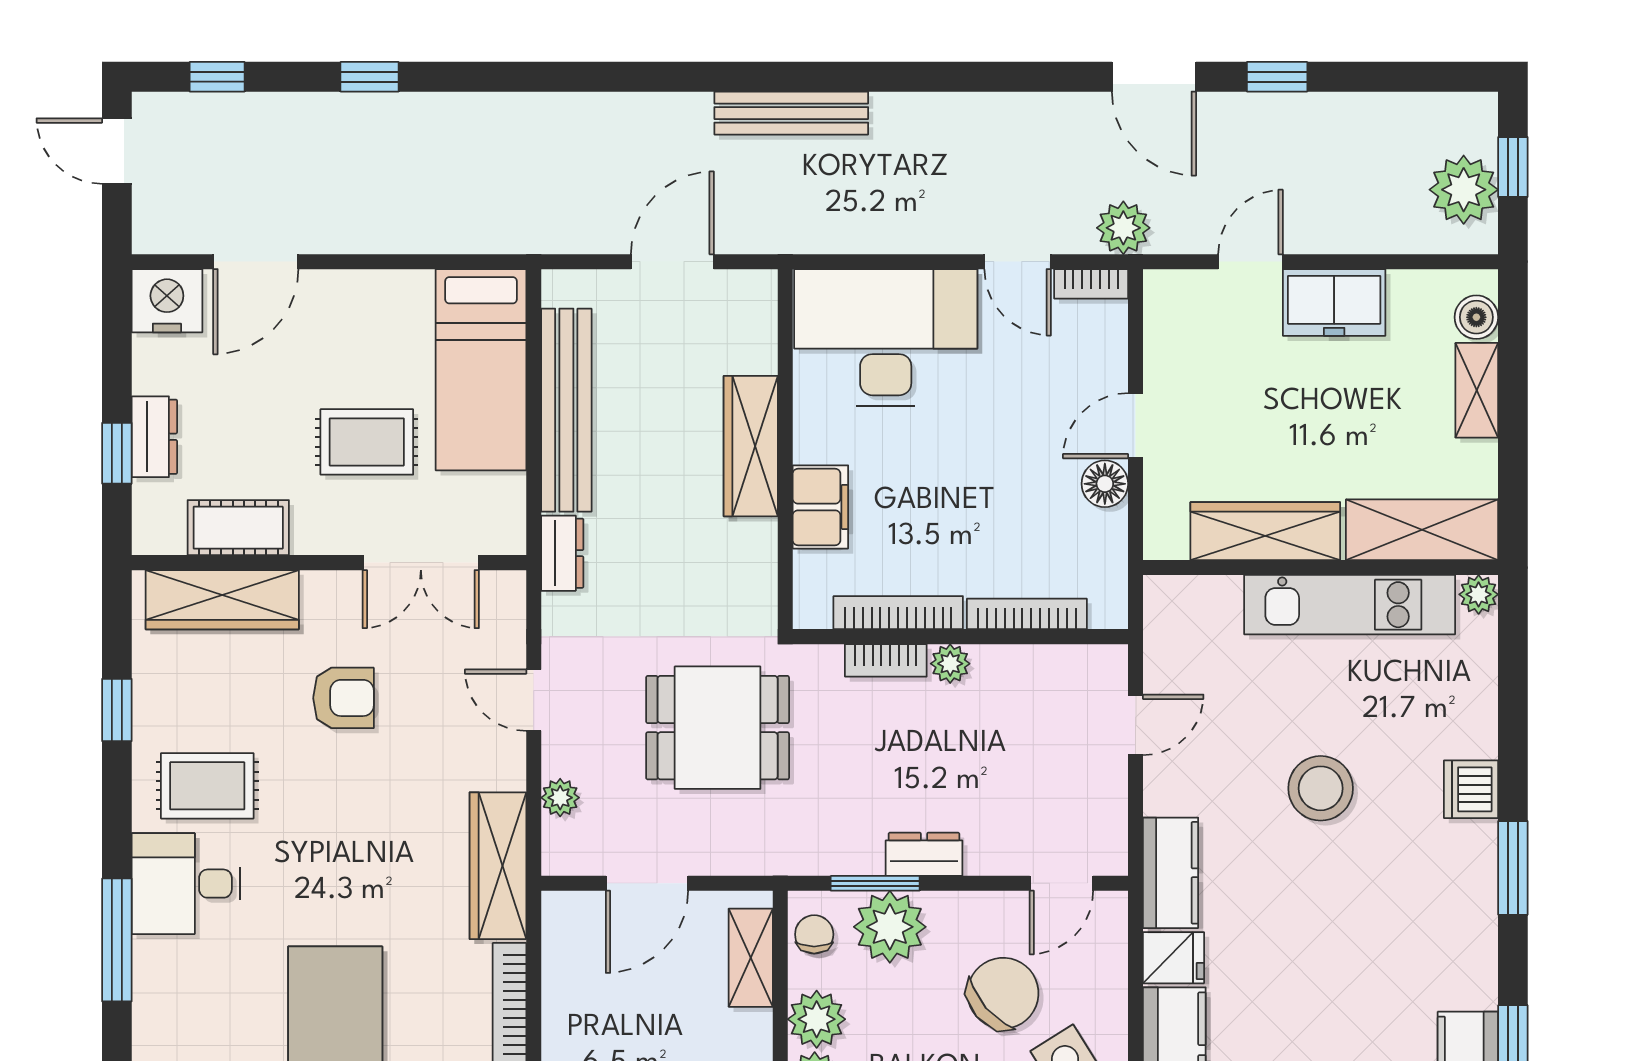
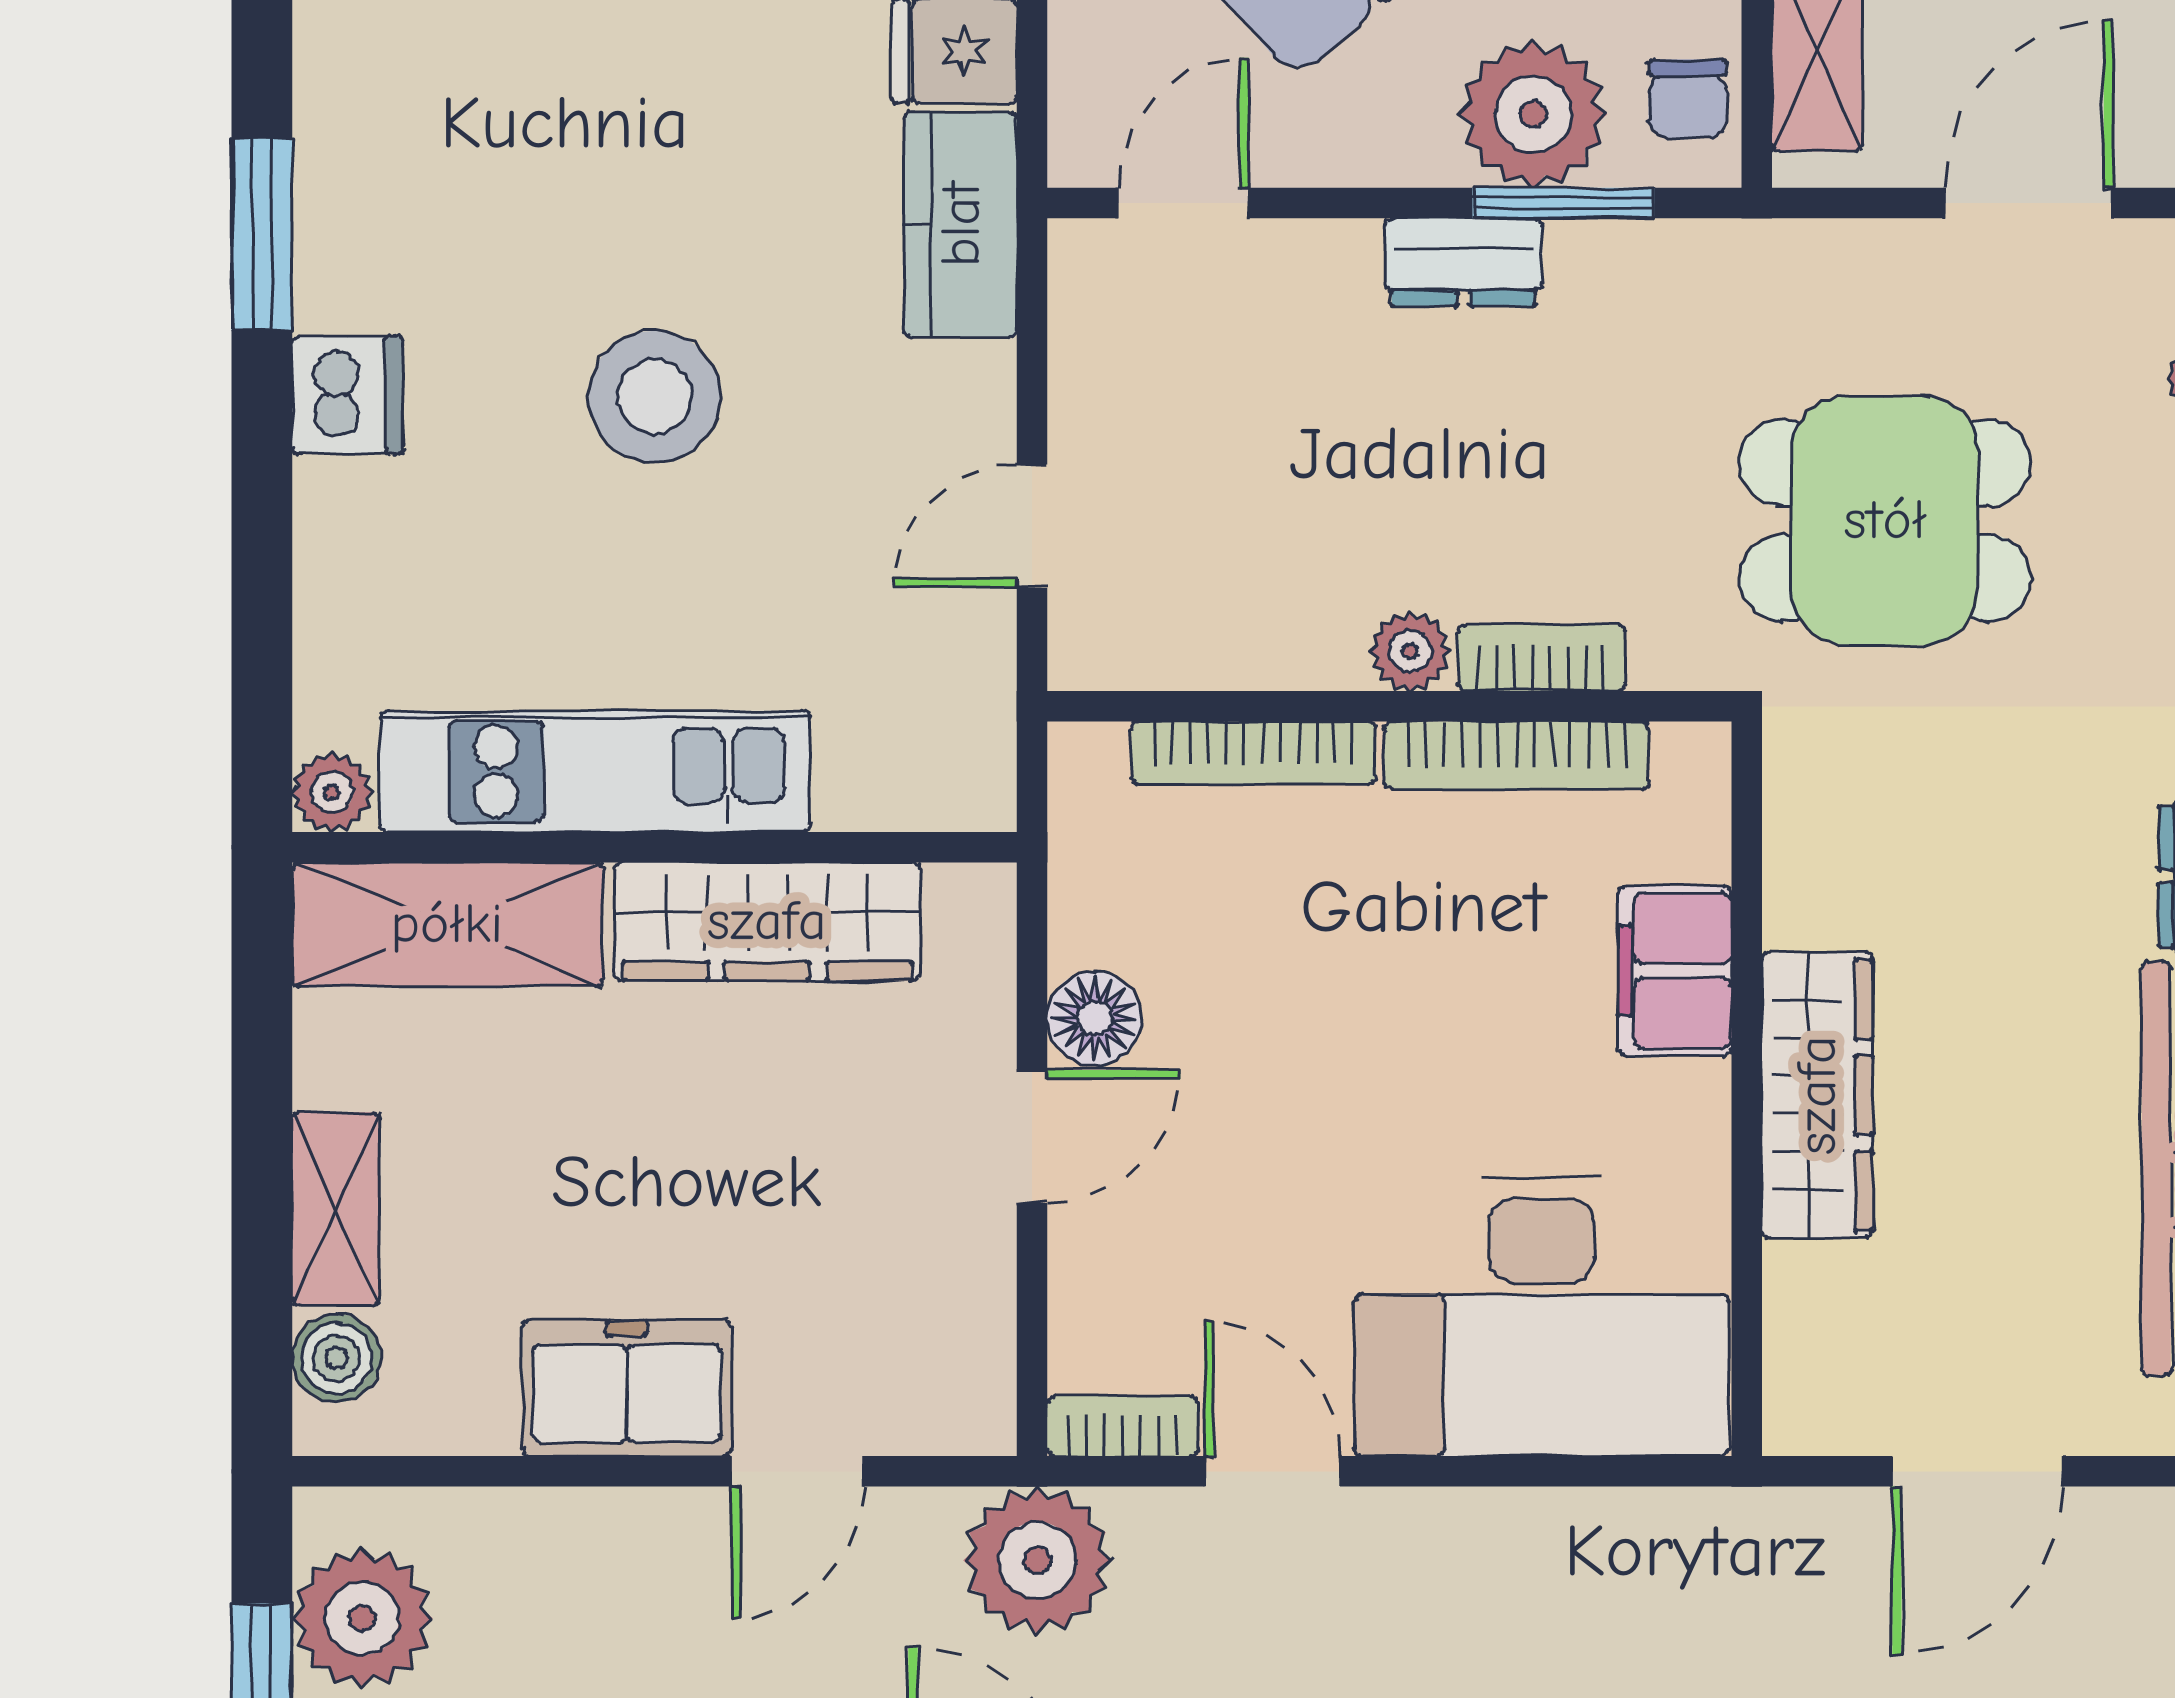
plant: (1123, 228) -> (1037, 1560), width x1.36, depth x1.36

